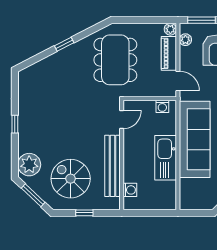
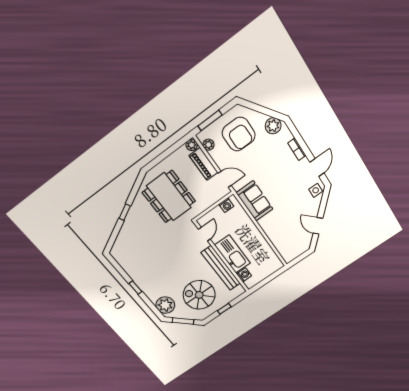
sofa: (195, 139) -> (255, 201), width x0.54, depth x0.79
kitchen sink: (166, 158) -> (232, 254), moved, turned 180

